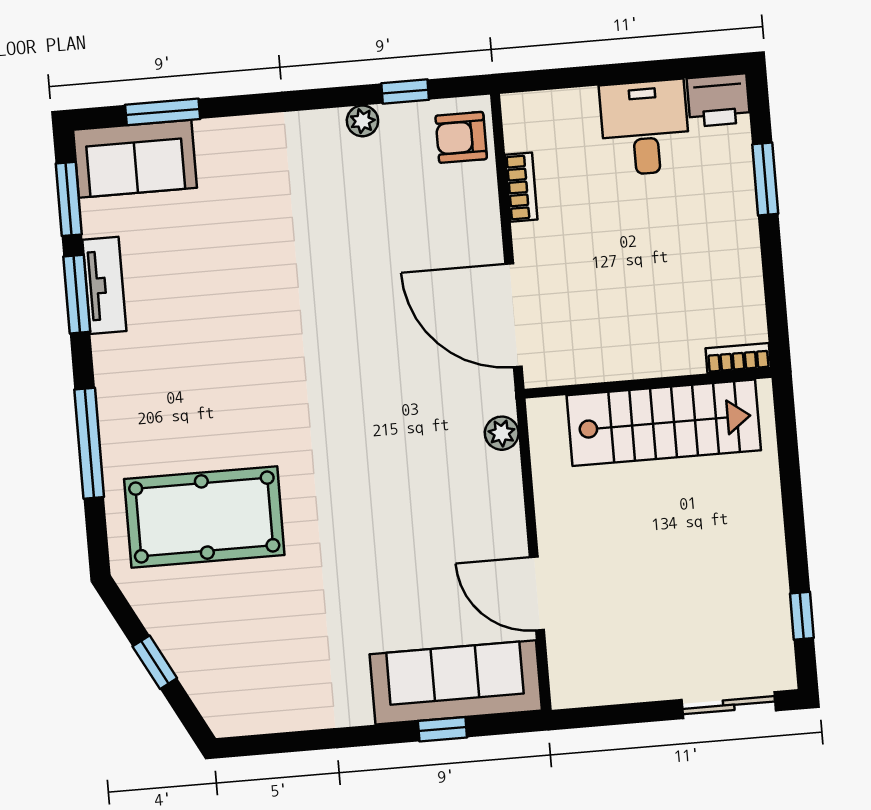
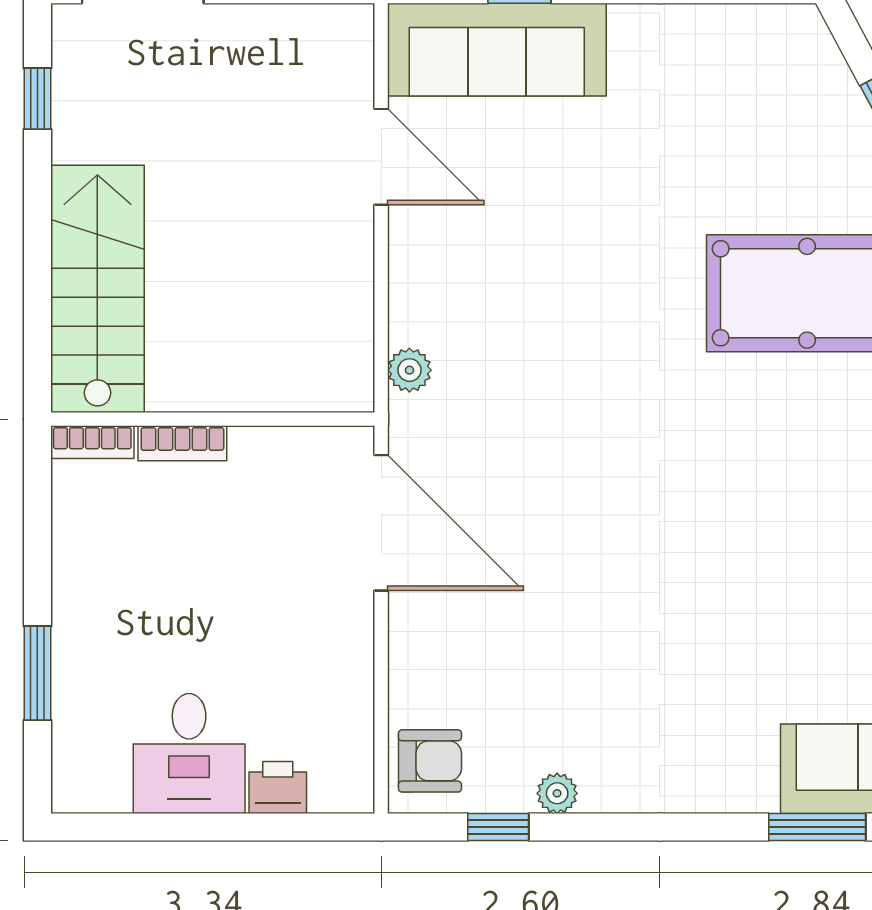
printer: (718, 100) -> (278, 788), moved, width x0.73, depth x0.81
bookcase: (521, 187) -> (182, 443), moved, turned -90
stairs: (664, 423) -> (97, 289), moved, turned 90

